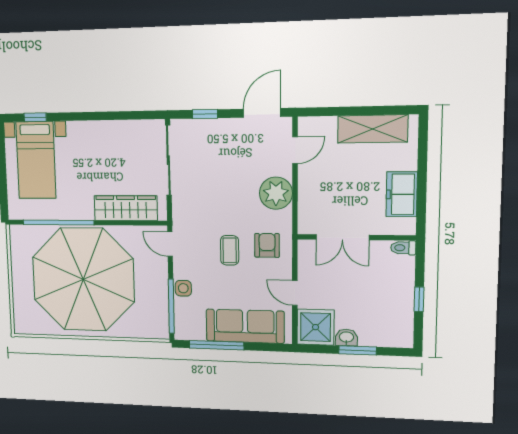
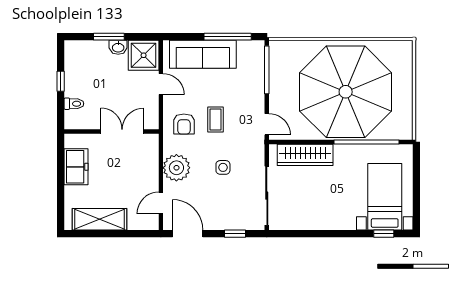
door: (262, 113) -> (188, 234), swing flipped
toilet: (403, 248) -> (74, 104), moved
side table: (183, 288) -> (223, 167), moved

